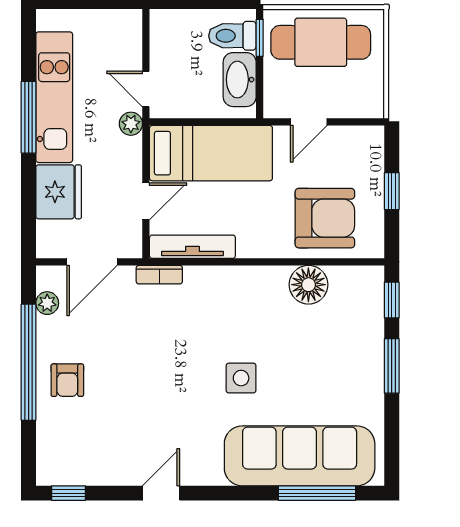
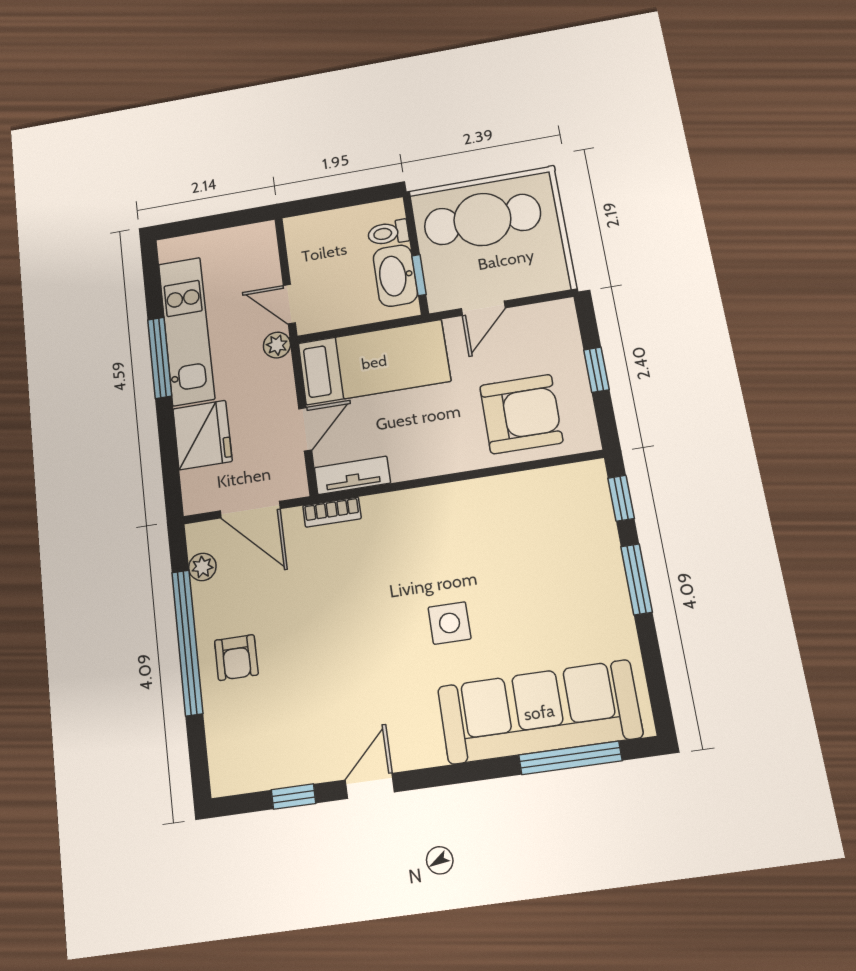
toilet: (232, 36) -> (388, 233), width x0.73, depth x0.72
window: (260, 38) -> (419, 275), moved
tv unit: (192, 247) -> (352, 475), width x0.71
door: (92, 262) -> (250, 510), hinge flipped
floor lamp: (308, 285) -> (515, 496), removed
window: (68, 493) -> (293, 797), moved

